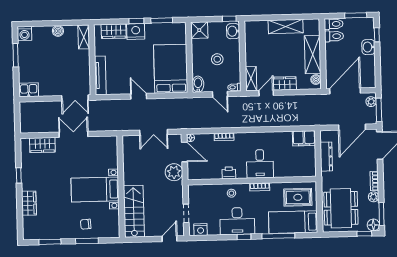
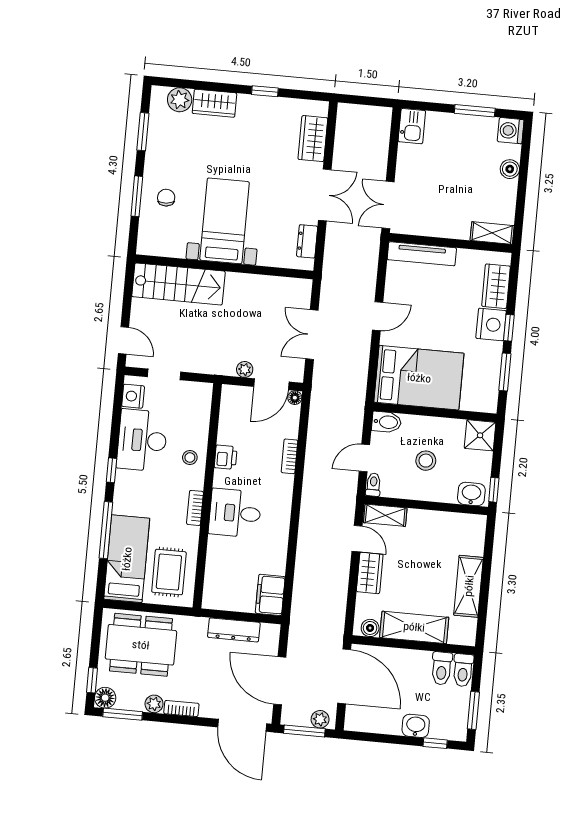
boiler: (58, 31) -> (510, 169), moved
dresser: (101, 141) -> (307, 241), added
plant: (174, 172) -> (245, 369), width x0.53, depth x0.53
desk: (237, 221) -> (142, 440), moved
plant: (29, 223) -> (180, 100), added

